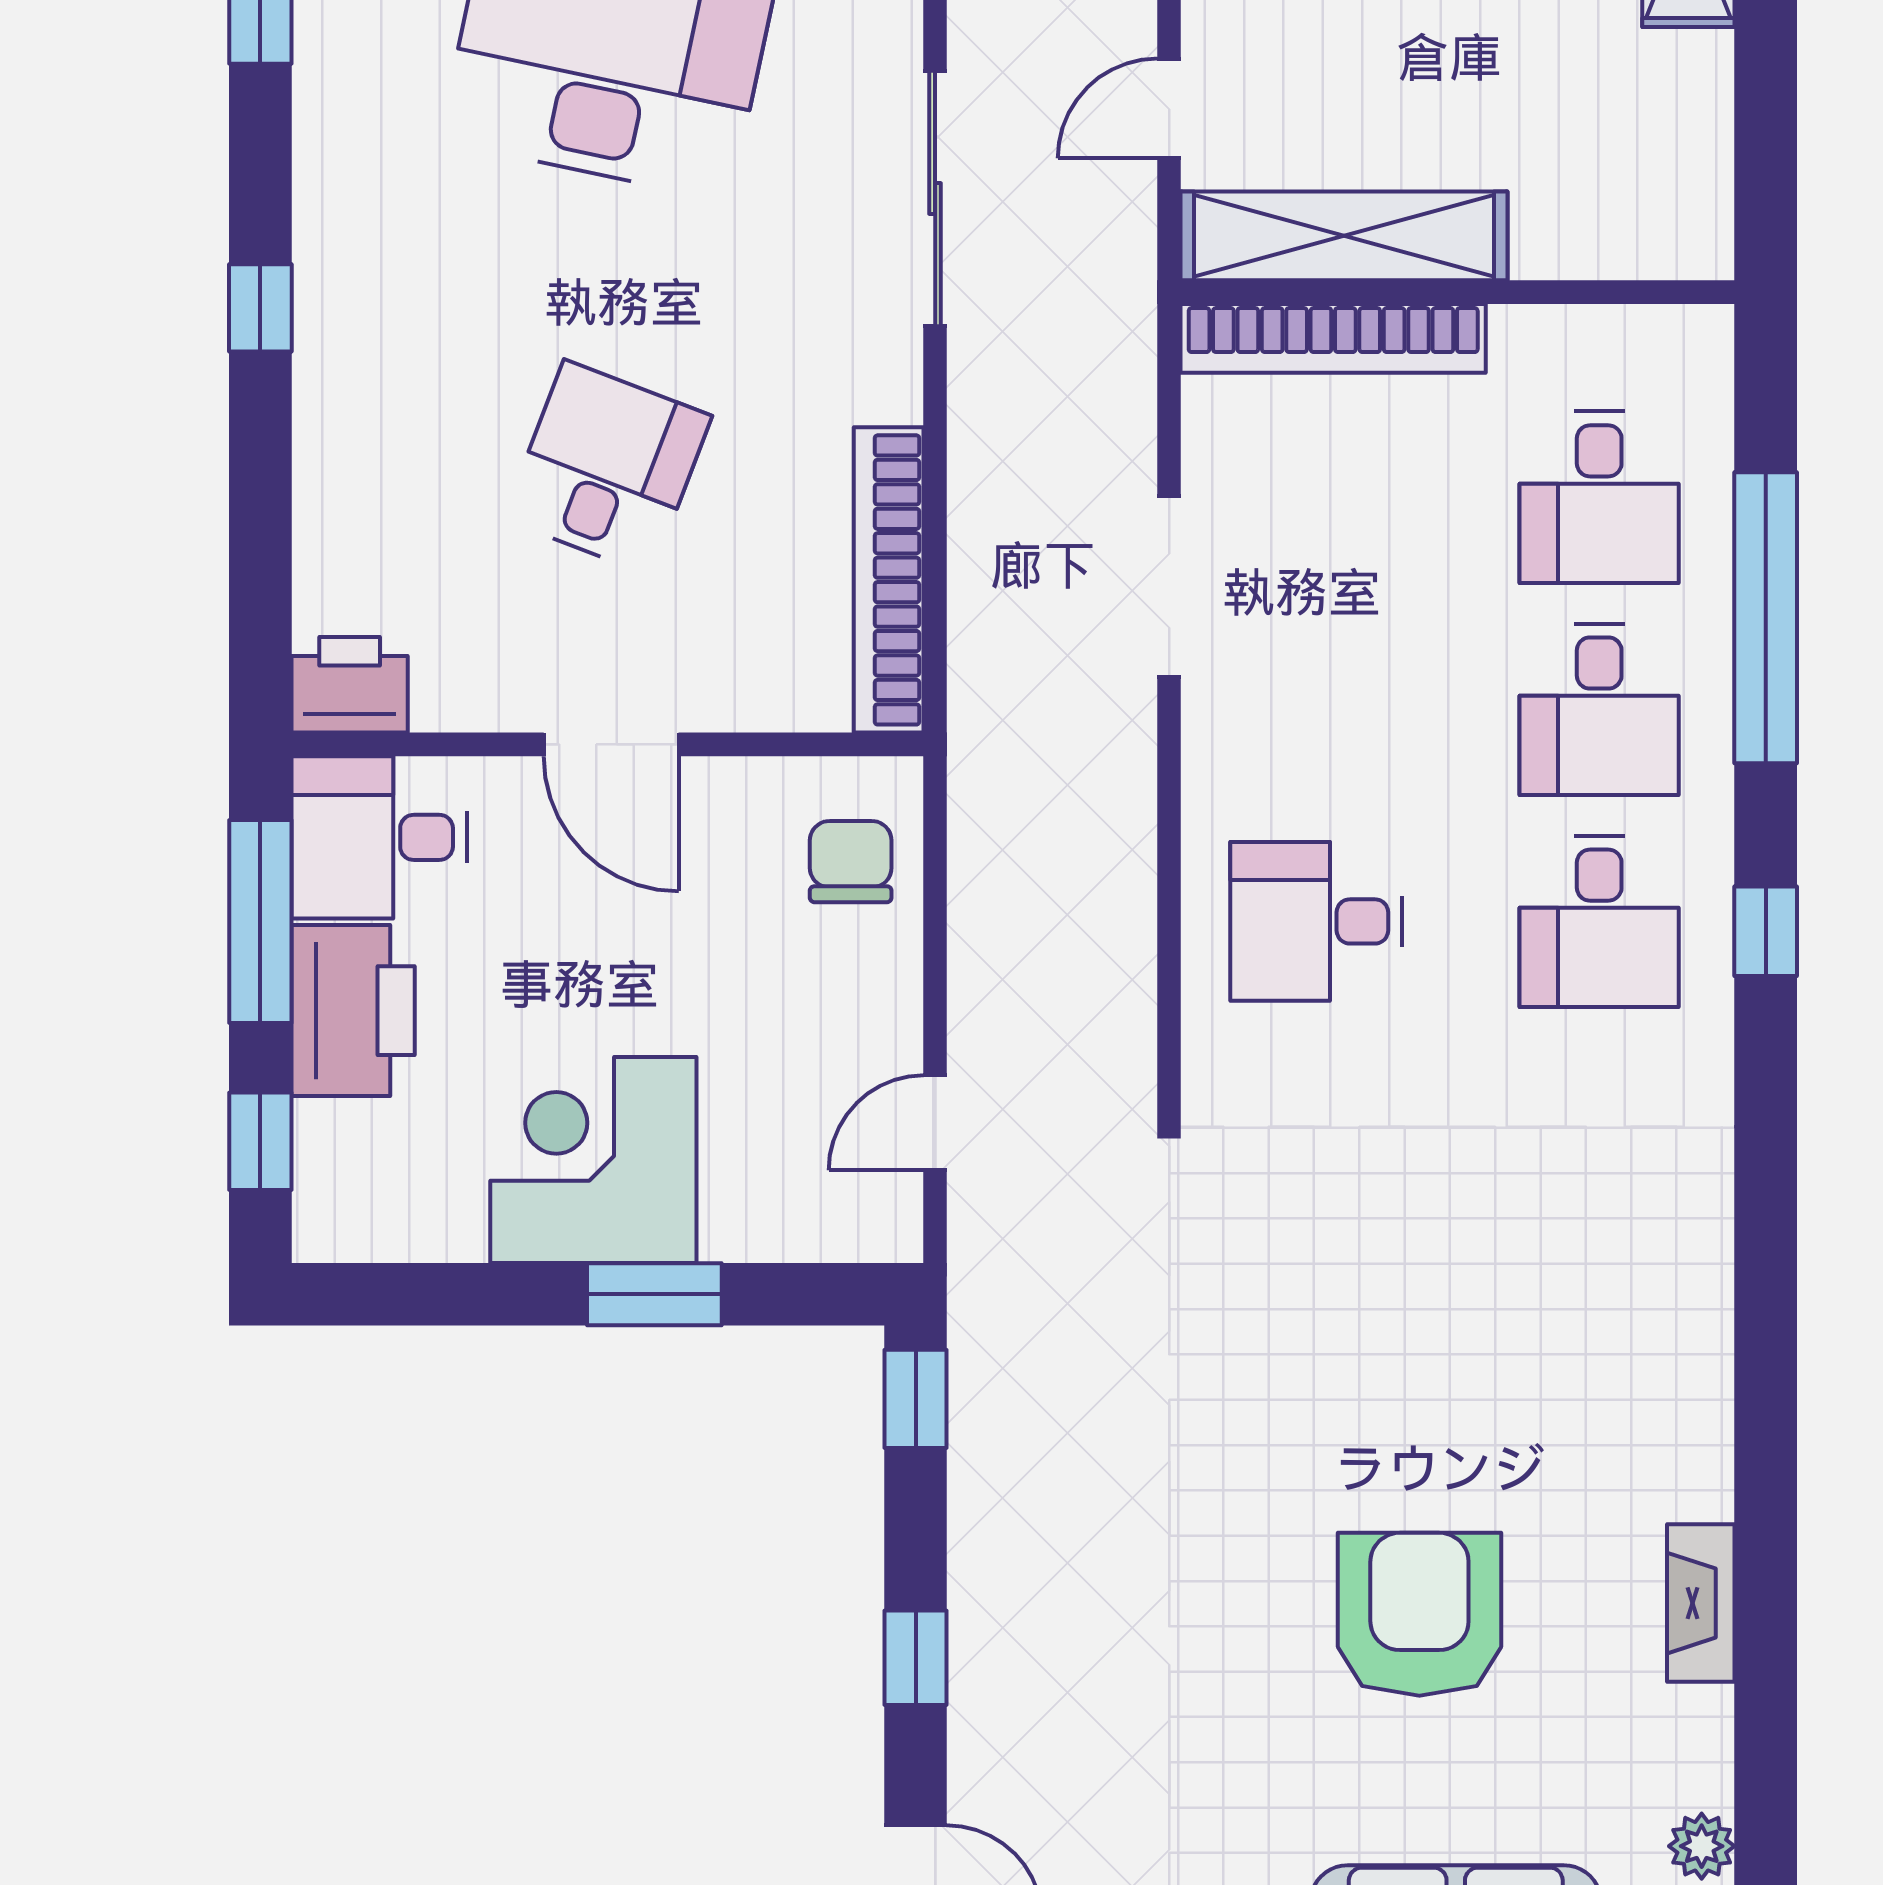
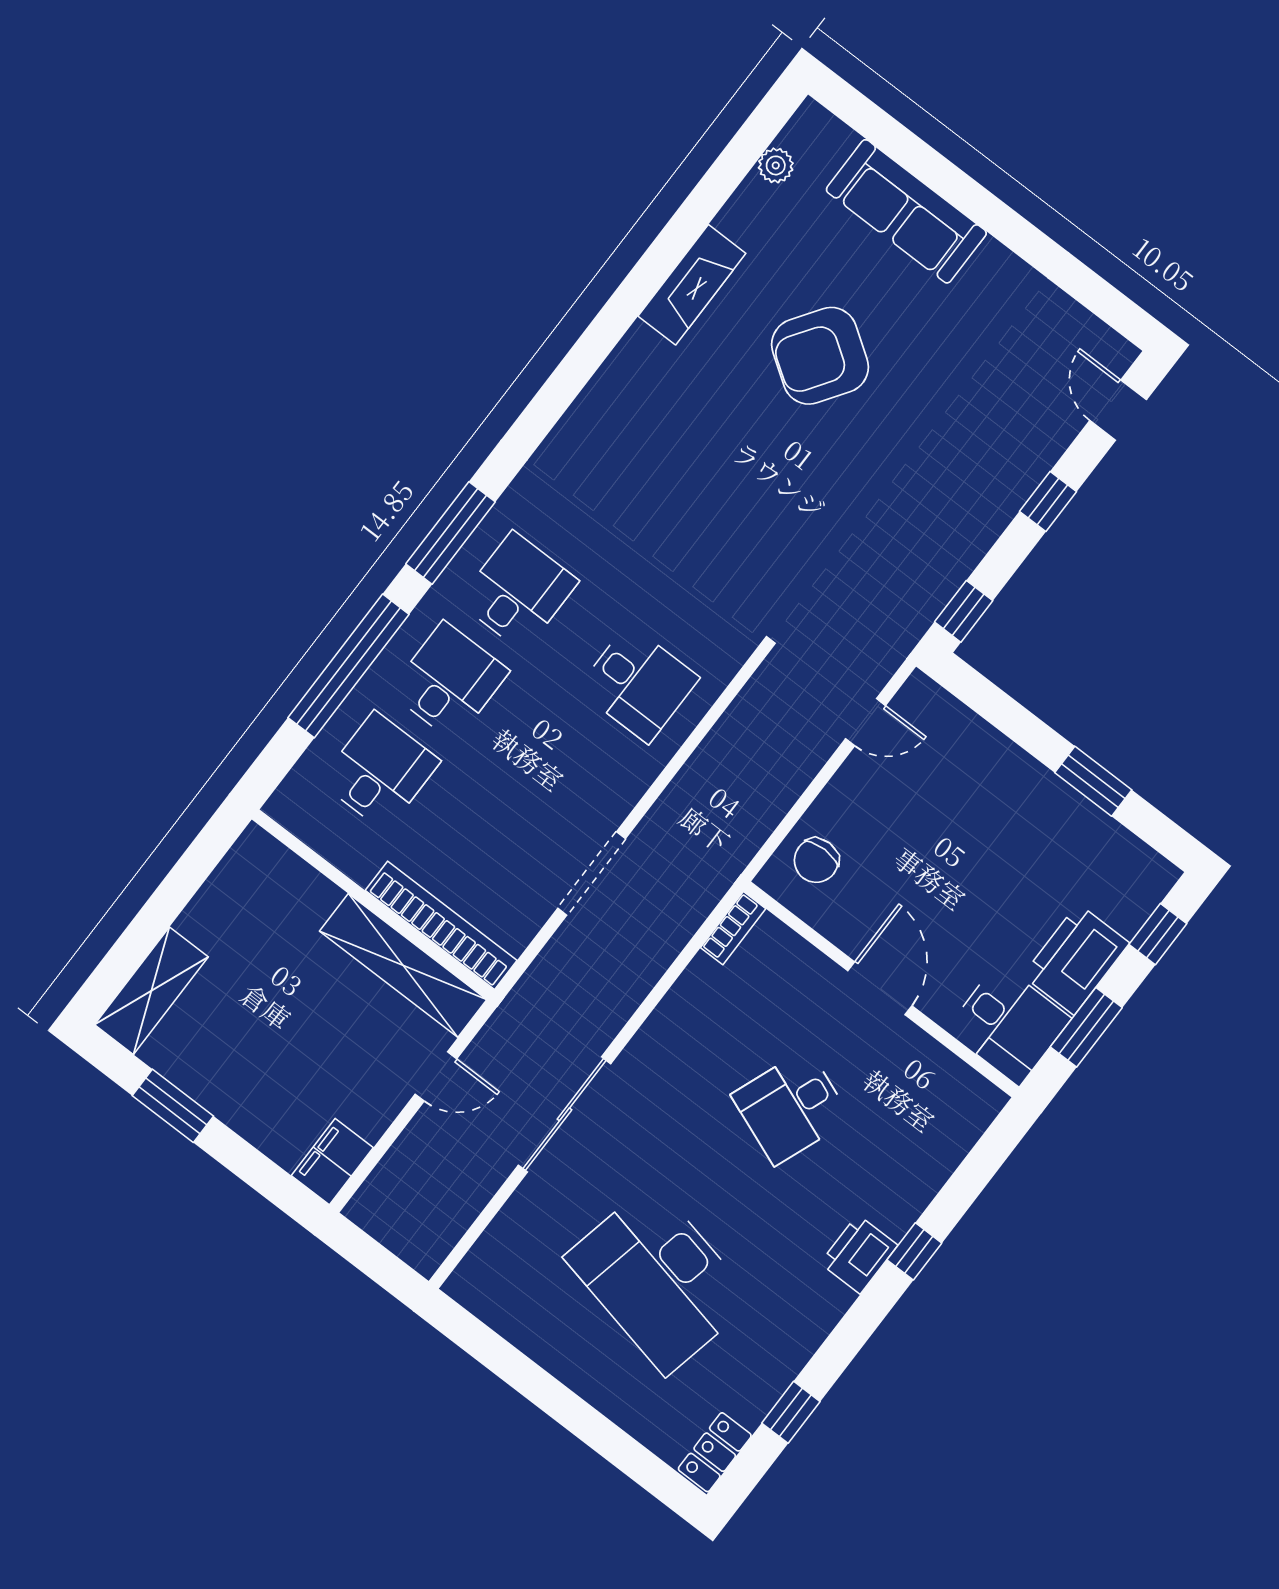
window: (260, 308) -> (914, 1251), moved
bookcase: (889, 580) -> (733, 928), width x0.43, depth x0.76
printer: (350, 685) -> (859, 1254), moved, turned 90
window: (260, 921) -> (1086, 1027), width x0.69
window: (1766, 931) -> (451, 533), width x2.17
corner desk: (593, 1160) -> (1023, 818), removed
window: (654, 1294) -> (1093, 781), moved
fireplace: (1701, 1603) -> (692, 285), width x1.37, depth x1.32
armchair: (1419, 1614) -> (820, 356), turned 34

